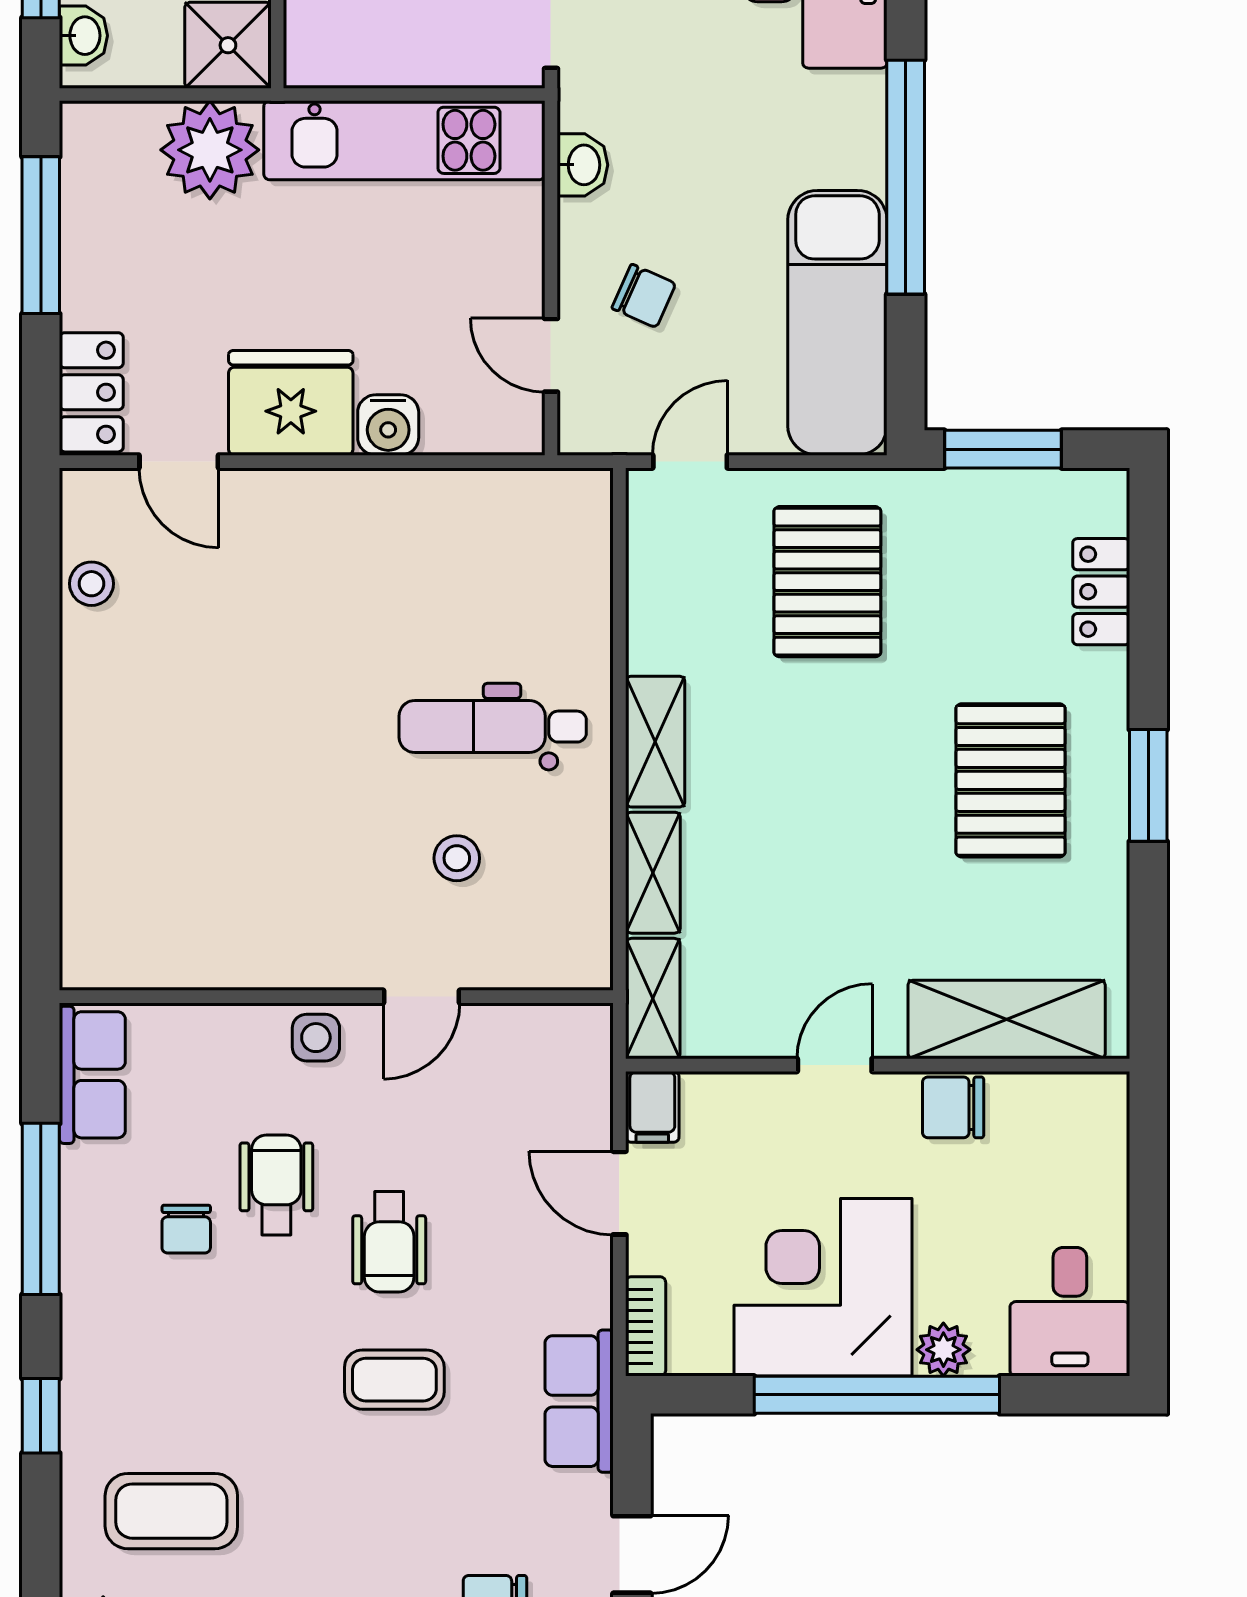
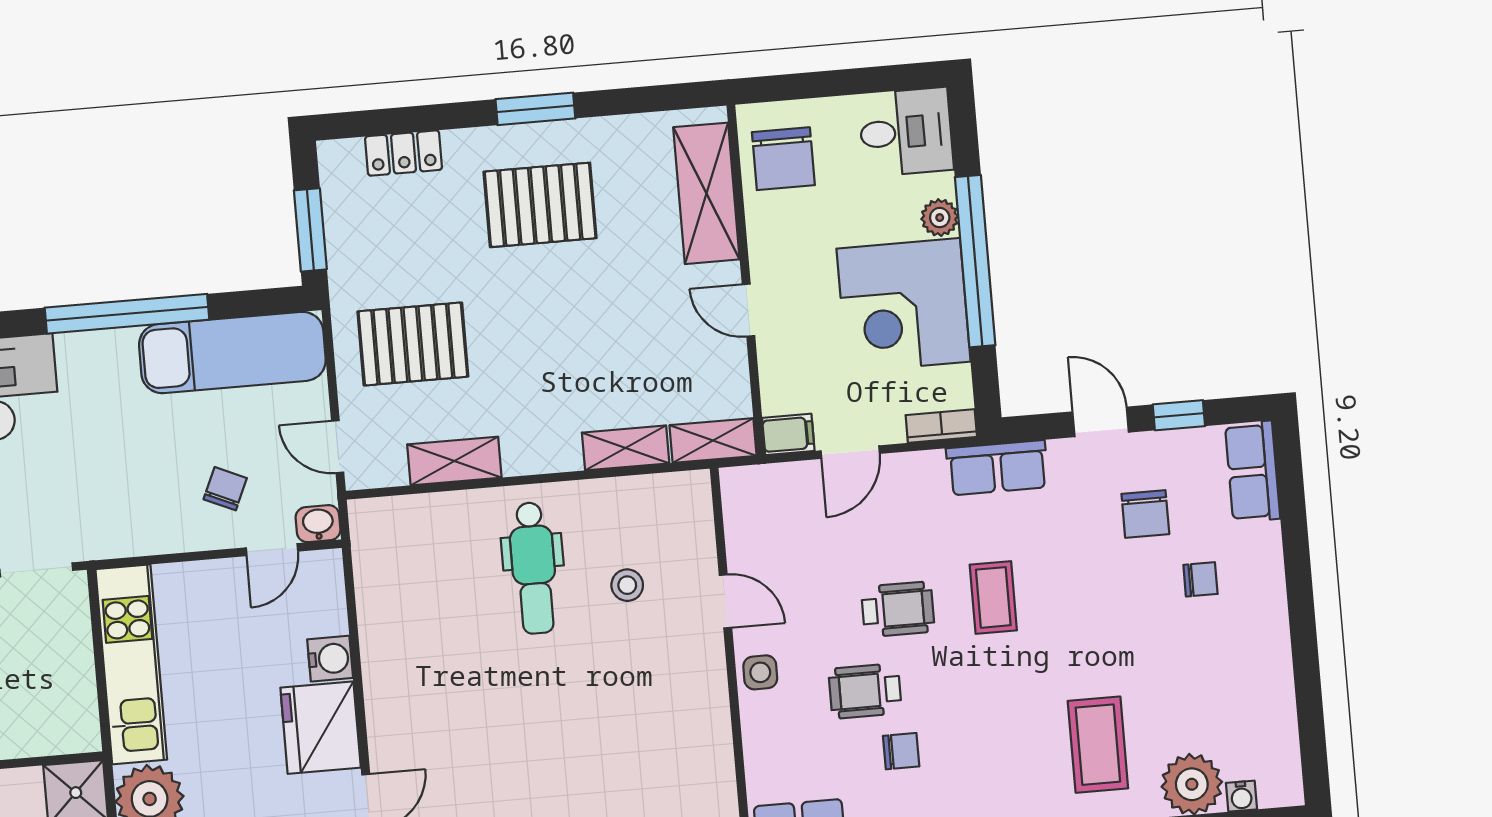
washbasin: (582, 165) -> (318, 524), moved
shelving: (655, 742) -> (454, 461), moved
chair: (953, 1107) -> (783, 159), moved, width x1.37, depth x1.37

